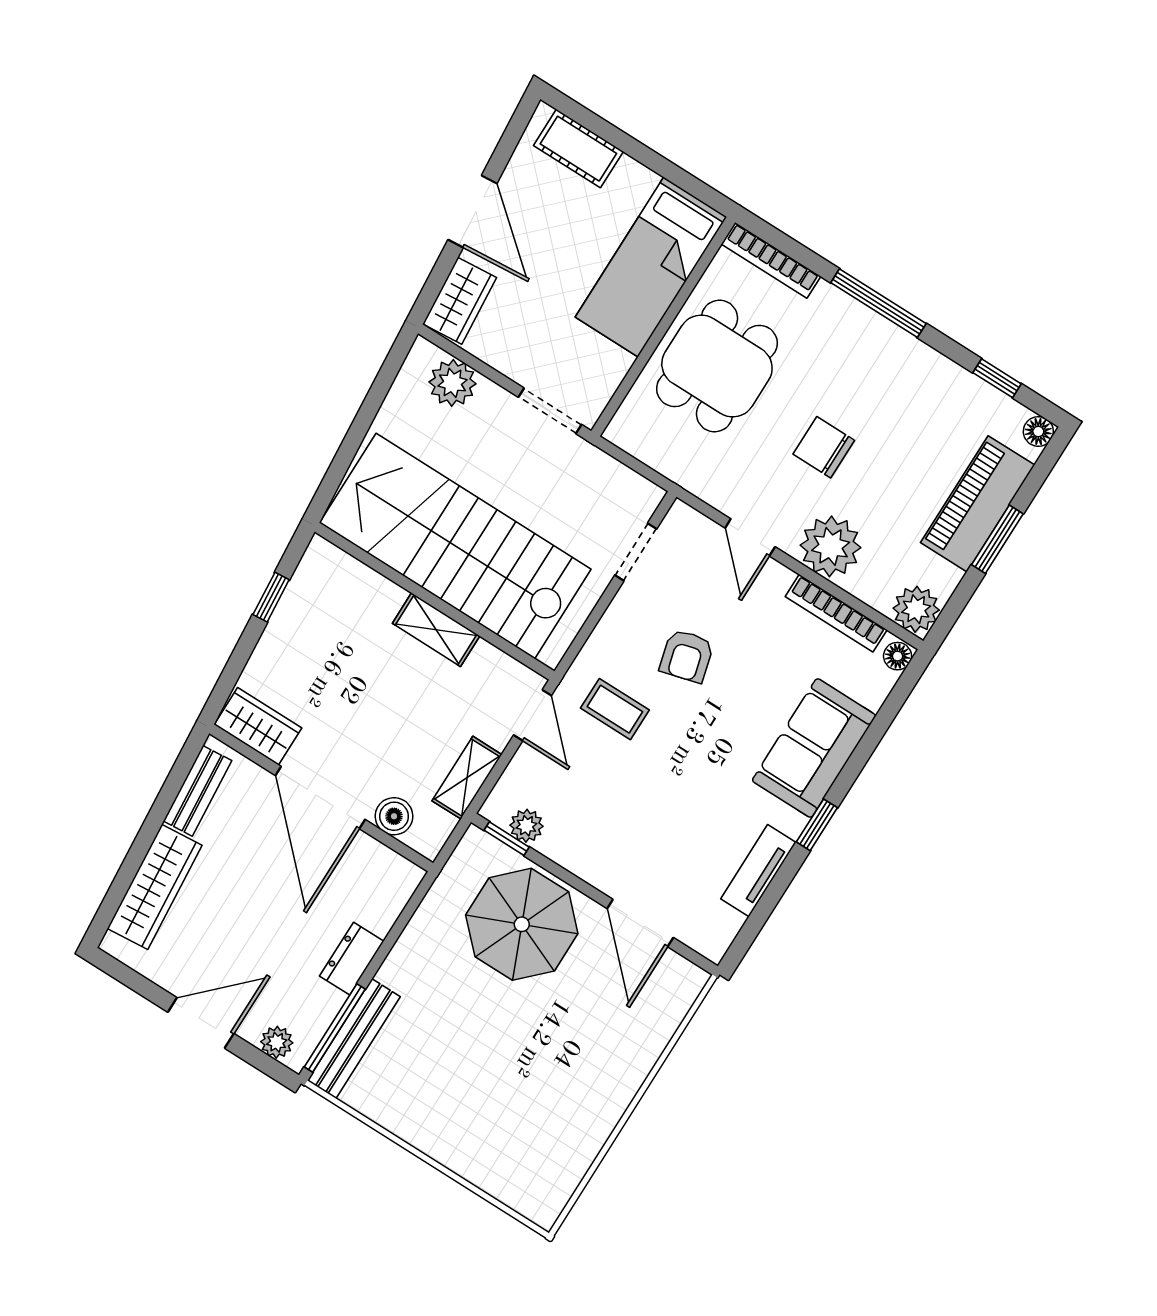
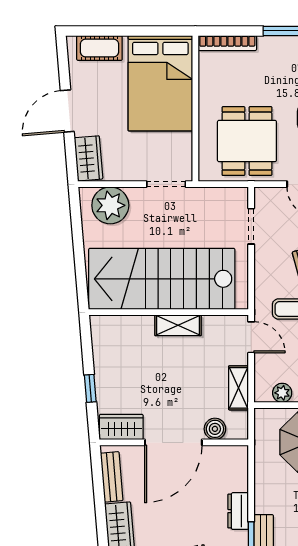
door: (472, 212) -> (67, 111), swing flipped
bed: (651, 267) -> (160, 83), width x1.50
dining table: (717, 366) -> (247, 141), moved
plant: (453, 383) -> (110, 205), width x1.36, depth x1.36
window: (271, 597) -> (90, 388), moved
door: (320, 797) -> (173, 442), hinge flipped
window: (507, 839) -> (277, 405), removed

